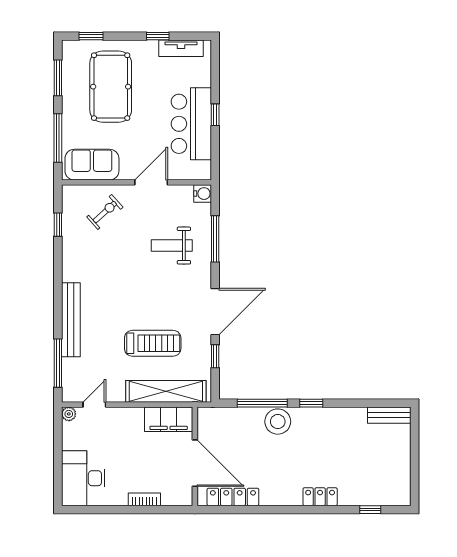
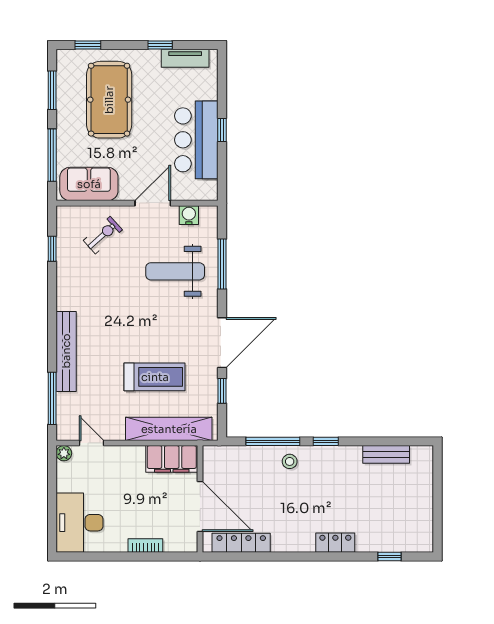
water cooler: (203, 194) -> (189, 215), moved, turned -90
weight bench: (172, 246) -> (175, 271), width x1.36, depth x1.33
door: (94, 405) -> (92, 443), hinge flipped
bench: (389, 415) -> (386, 454), moved
stool: (278, 422) -> (290, 461), width x0.53, depth x0.53

